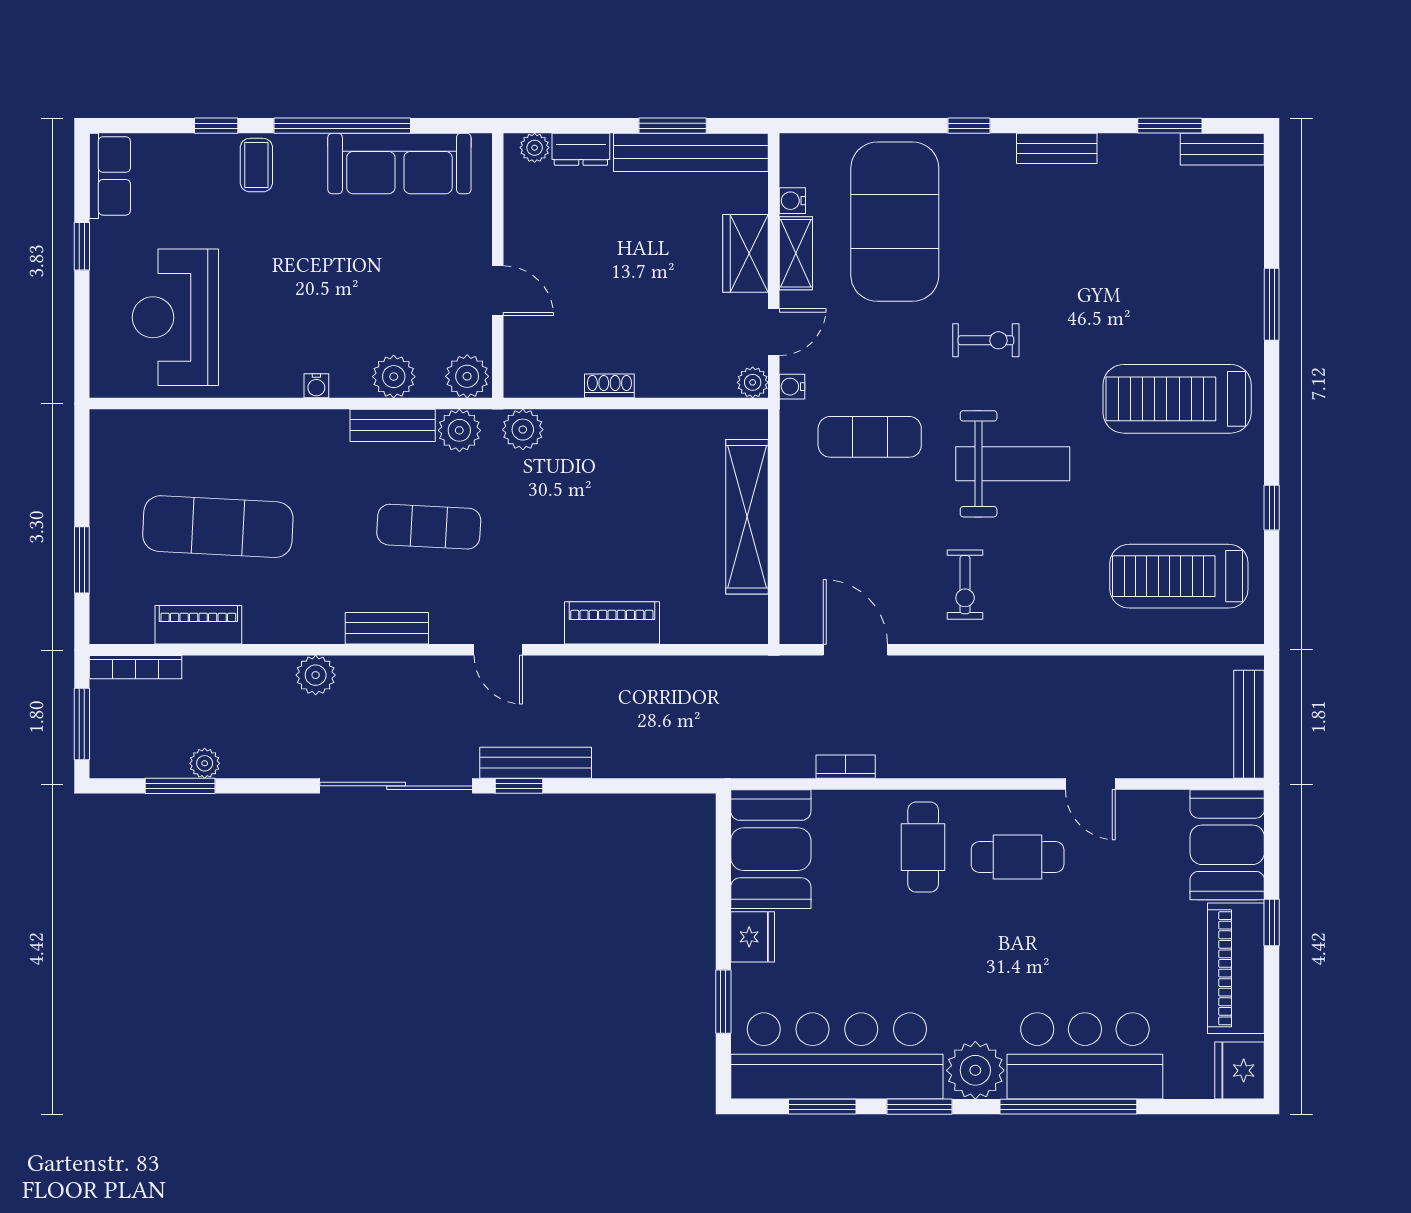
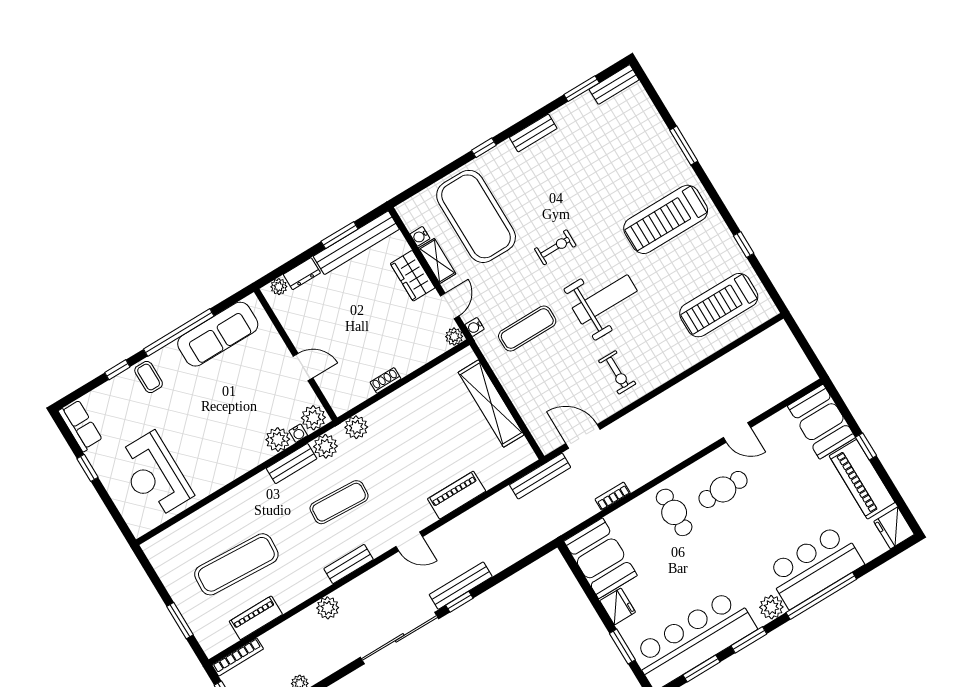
water cooler: (316, 386) -> (298, 433), moved
bench: (1249, 724) -> (540, 476), moved, turned 90
plant: (975, 1070) -> (771, 607), width x0.73, depth x0.73

